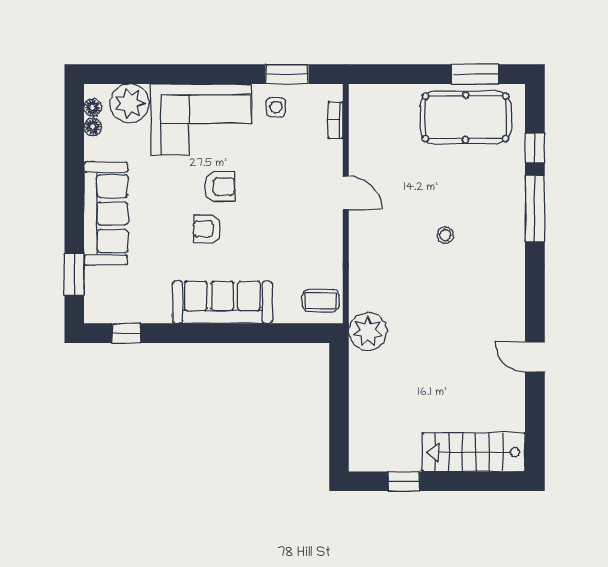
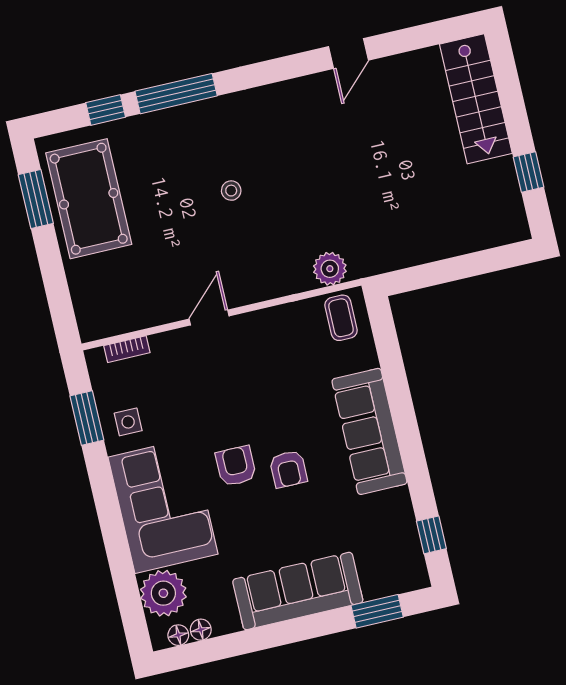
plant: (368, 331) -> (330, 269), moved, width x0.73, depth x0.73

